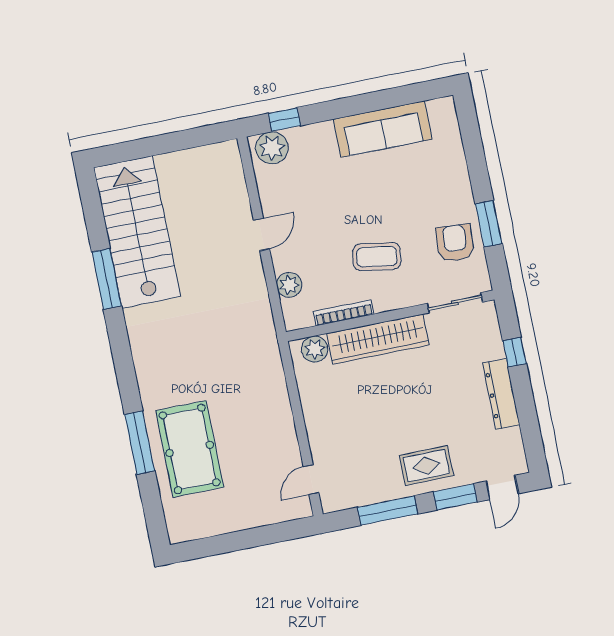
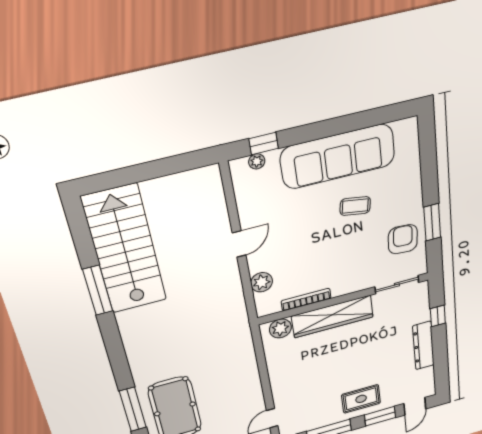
sofa: (383, 129) -> (338, 156), width x1.36, depth x1.27
plant: (272, 148) -> (257, 161), width x0.53, depth x0.53
coffee table: (377, 257) -> (355, 206), moved, width x0.73, depth x0.77

